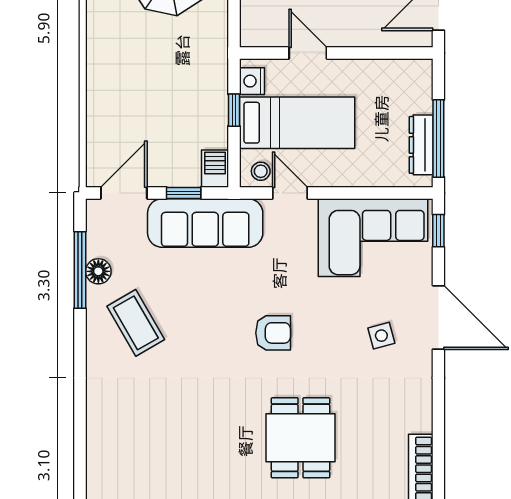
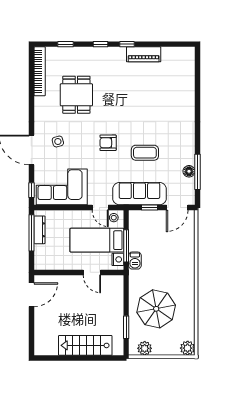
window: (234, 110) -> (126, 246), width x2.17
barbecue: (215, 169) -> (135, 261), moved
coffee table: (136, 323) -> (145, 153), moved, turned -60
dining table: (300, 438) -> (76, 95), moved

